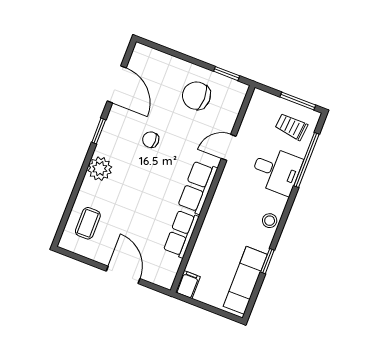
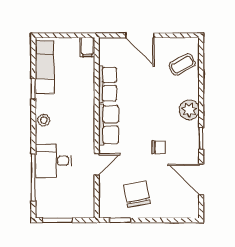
chair: (196, 96) -> (137, 194), turned -101
trolley: (291, 127) -> (55, 199), removed
coffee table: (88, 223) -> (182, 65), turned 61

